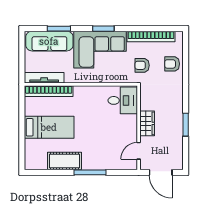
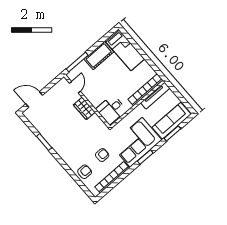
desk: (123, 100) -> (111, 110), moved
wardrobe: (147, 123) -> (84, 108), moved
bed: (49, 127) -> (125, 50), moved, turned -90
wall: (139, 128) -> (87, 101), moved
door: (139, 151) -> (75, 87), moved

